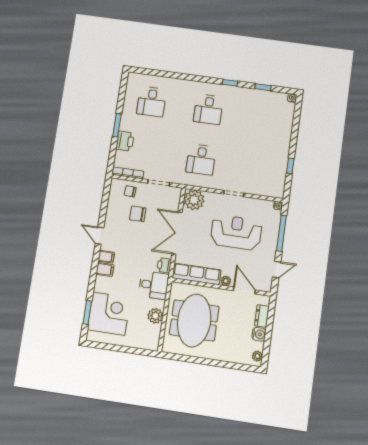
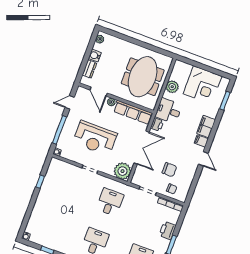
filing cabinet: (105, 270) -> (206, 127), width x2.00
corner desk: (109, 314) -> (203, 85), moved, turned -90

